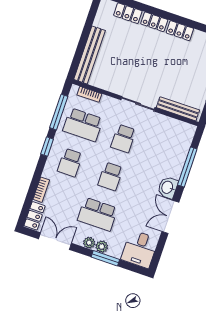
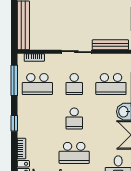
window: (47, 147) -> (14, 123), moved
school desk: (70, 163) -> (111, 84), moved, width x1.85

